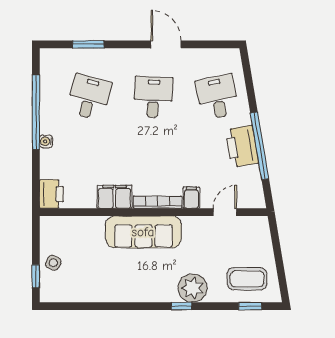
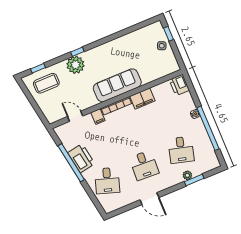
plant: (95, 55) -> (187, 175), added
desk: (217, 97) -> (107, 181), turned 30
door: (225, 212) -> (75, 116), swing flipped

